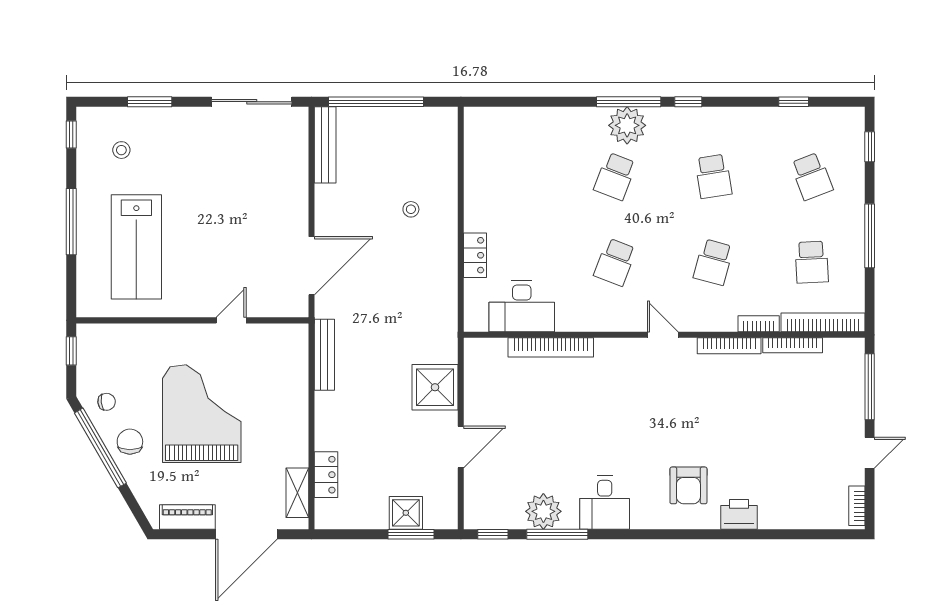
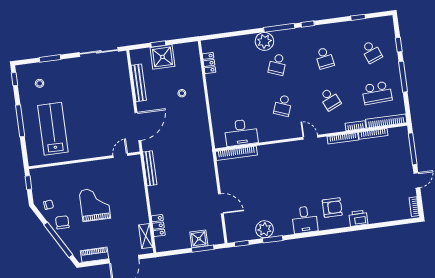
window: (376, 102) -> (158, 44), width x0.32
plant: (627, 125) -> (264, 41), moved
bench: (325, 145) -> (139, 83), moved
window: (870, 147) -> (399, 45), moved
lab bench: (136, 247) -> (53, 129), turned 180
locker: (475, 255) -> (209, 63), moved
school desk: (713, 262) -> (330, 99), turned -39
school desk: (812, 262) -> (377, 93), width x1.85
door: (231, 320) -> (120, 155), moved
bookcase: (551, 347) -> (236, 153), moved
shower: (435, 387) -> (162, 57), moved
grand piano: (202, 414) -> (95, 204), width x0.73, depth x0.68
door: (461, 447) -> (221, 204), hinge flipped
window: (100, 448) -> (58, 240), moved
armchair: (688, 485) -> (332, 208), turned -90
desk: (605, 503) -> (305, 220), moved
window: (557, 534) -> (273, 239), width x0.69

